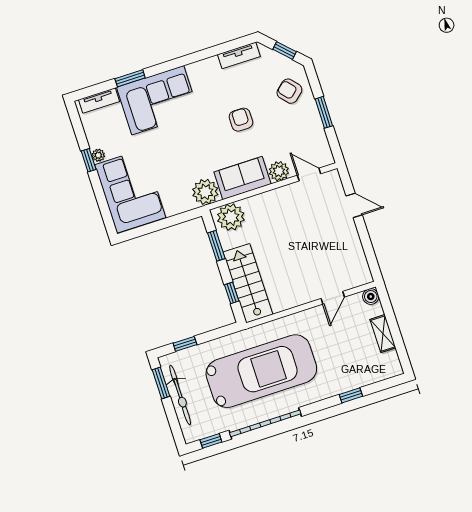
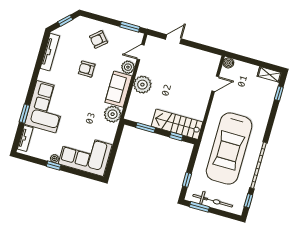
tv unit: (239, 55) -> (50, 52), width x1.41
armchair: (289, 91) -> (98, 39), moved
window: (324, 112) -> (130, 27), moved
plant: (231, 217) -> (142, 85), moved
door: (333, 298) -> (215, 84), hinge flipped
shelving: (383, 334) -> (269, 74), moved
car: (261, 371) -> (229, 149), turned 180
window: (351, 395) -> (279, 93), moved

